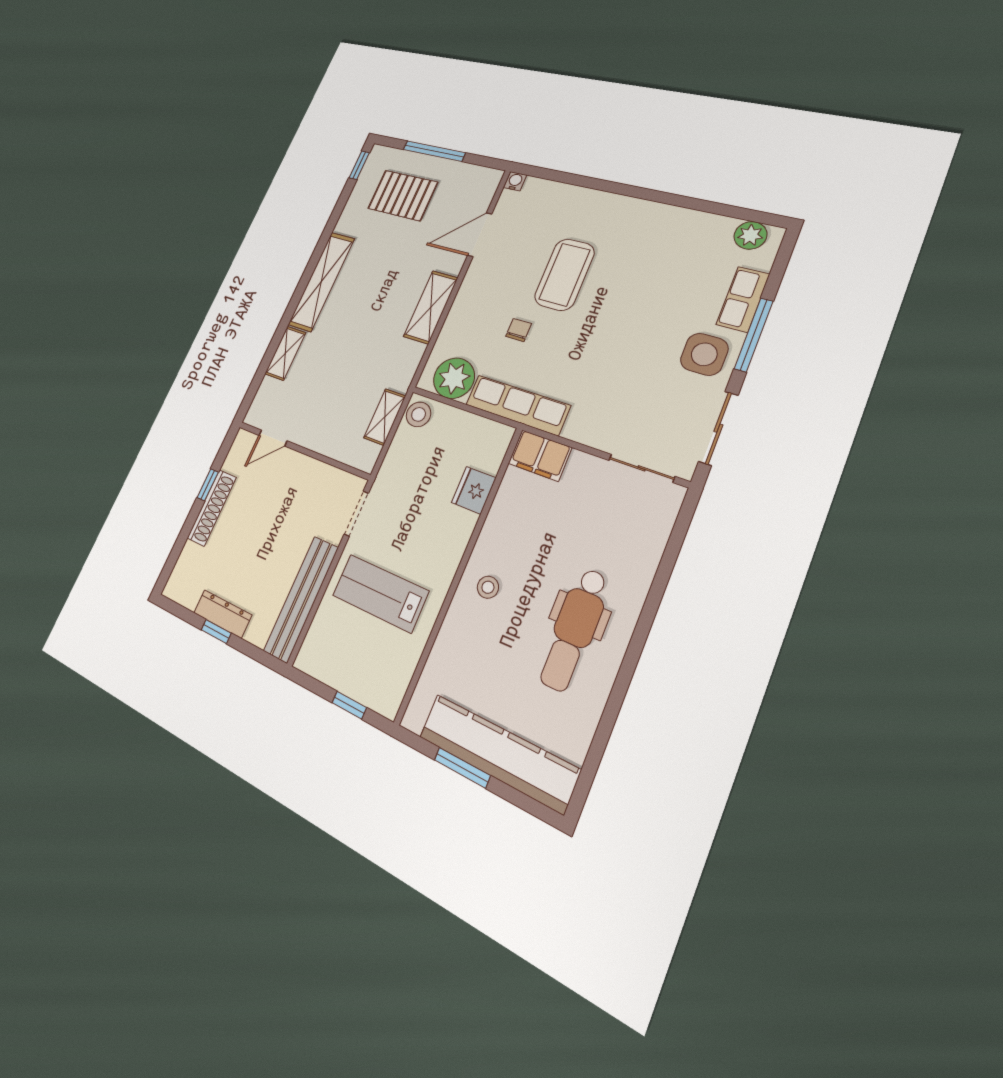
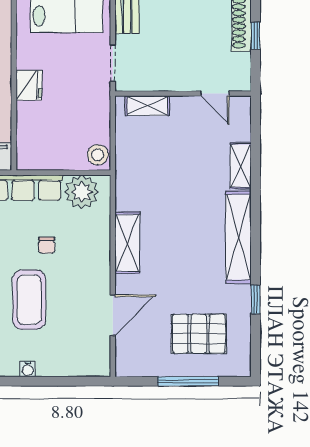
window: (359, 165) -> (255, 299), moved
water cooler: (515, 181) -> (28, 369), moved
shelving: (385, 417) -> (147, 106), moved, turned 90
door: (273, 438) -> (215, 94), swing flipped
fridge: (474, 490) -> (29, 85), moved

